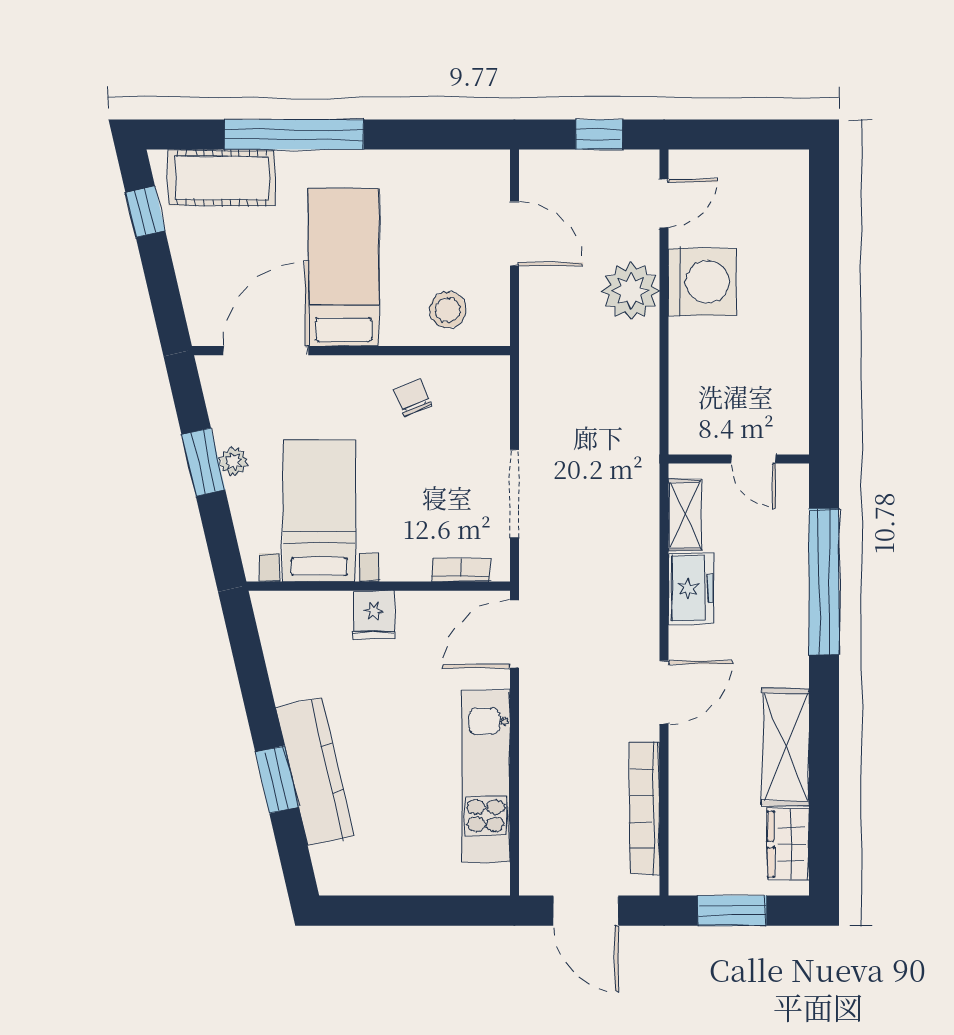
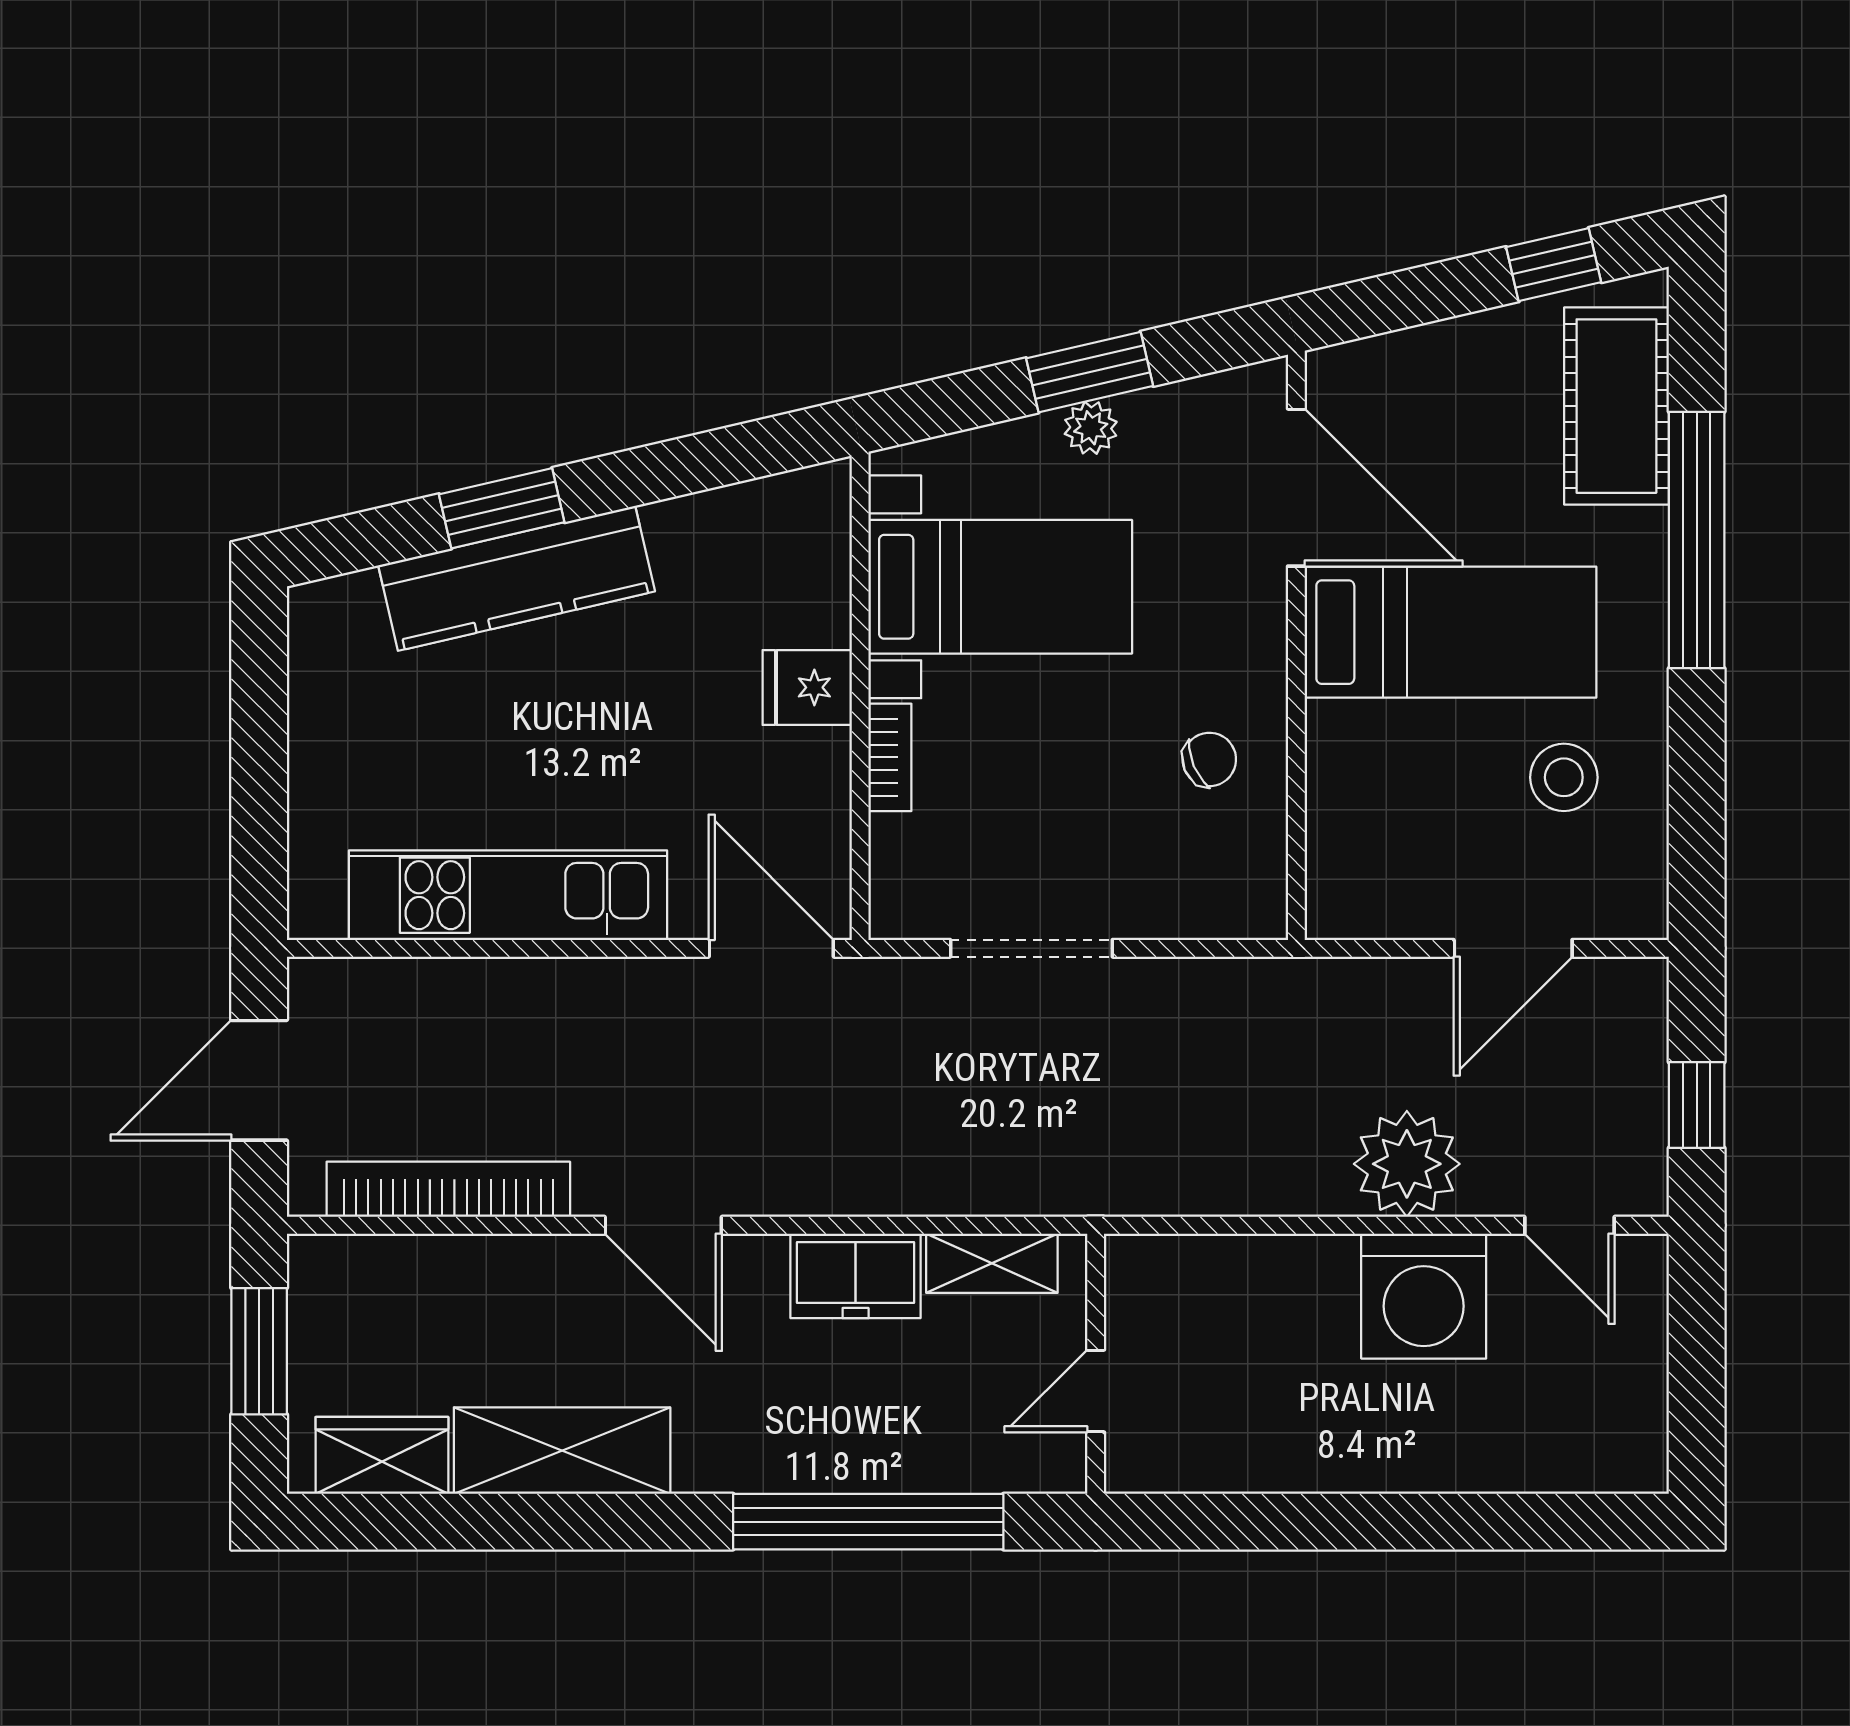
stool: (448, 310) -> (1564, 777), moved
bookcase: (461, 570) -> (890, 757), moved

